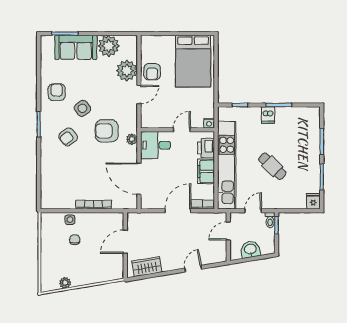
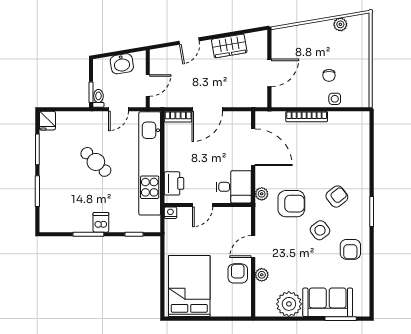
plant: (127, 71) -> (262, 275), width x0.53, depth x0.53
filing cabinet: (206, 171) -> (174, 156), removed
wardrobe: (147, 267) -> (229, 46), moved

